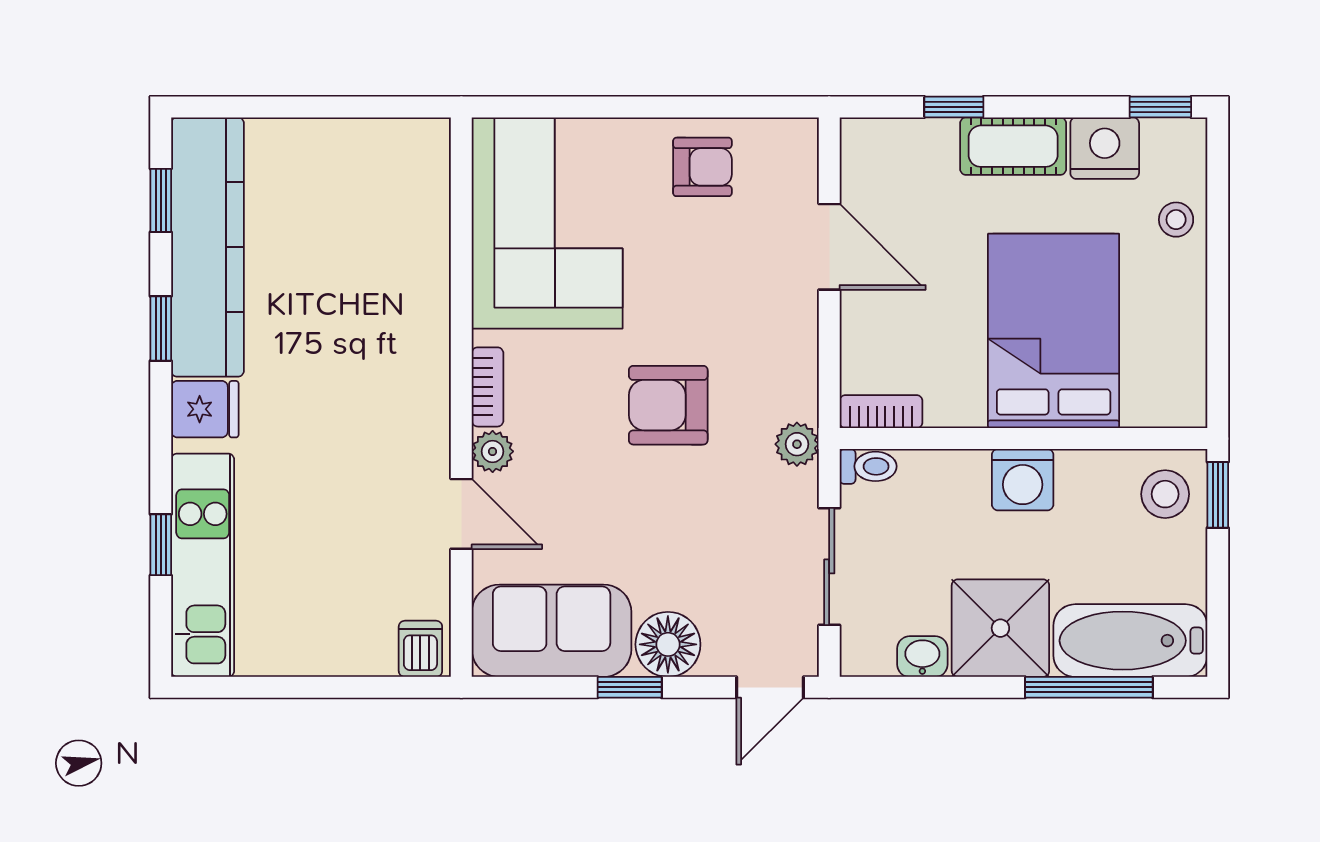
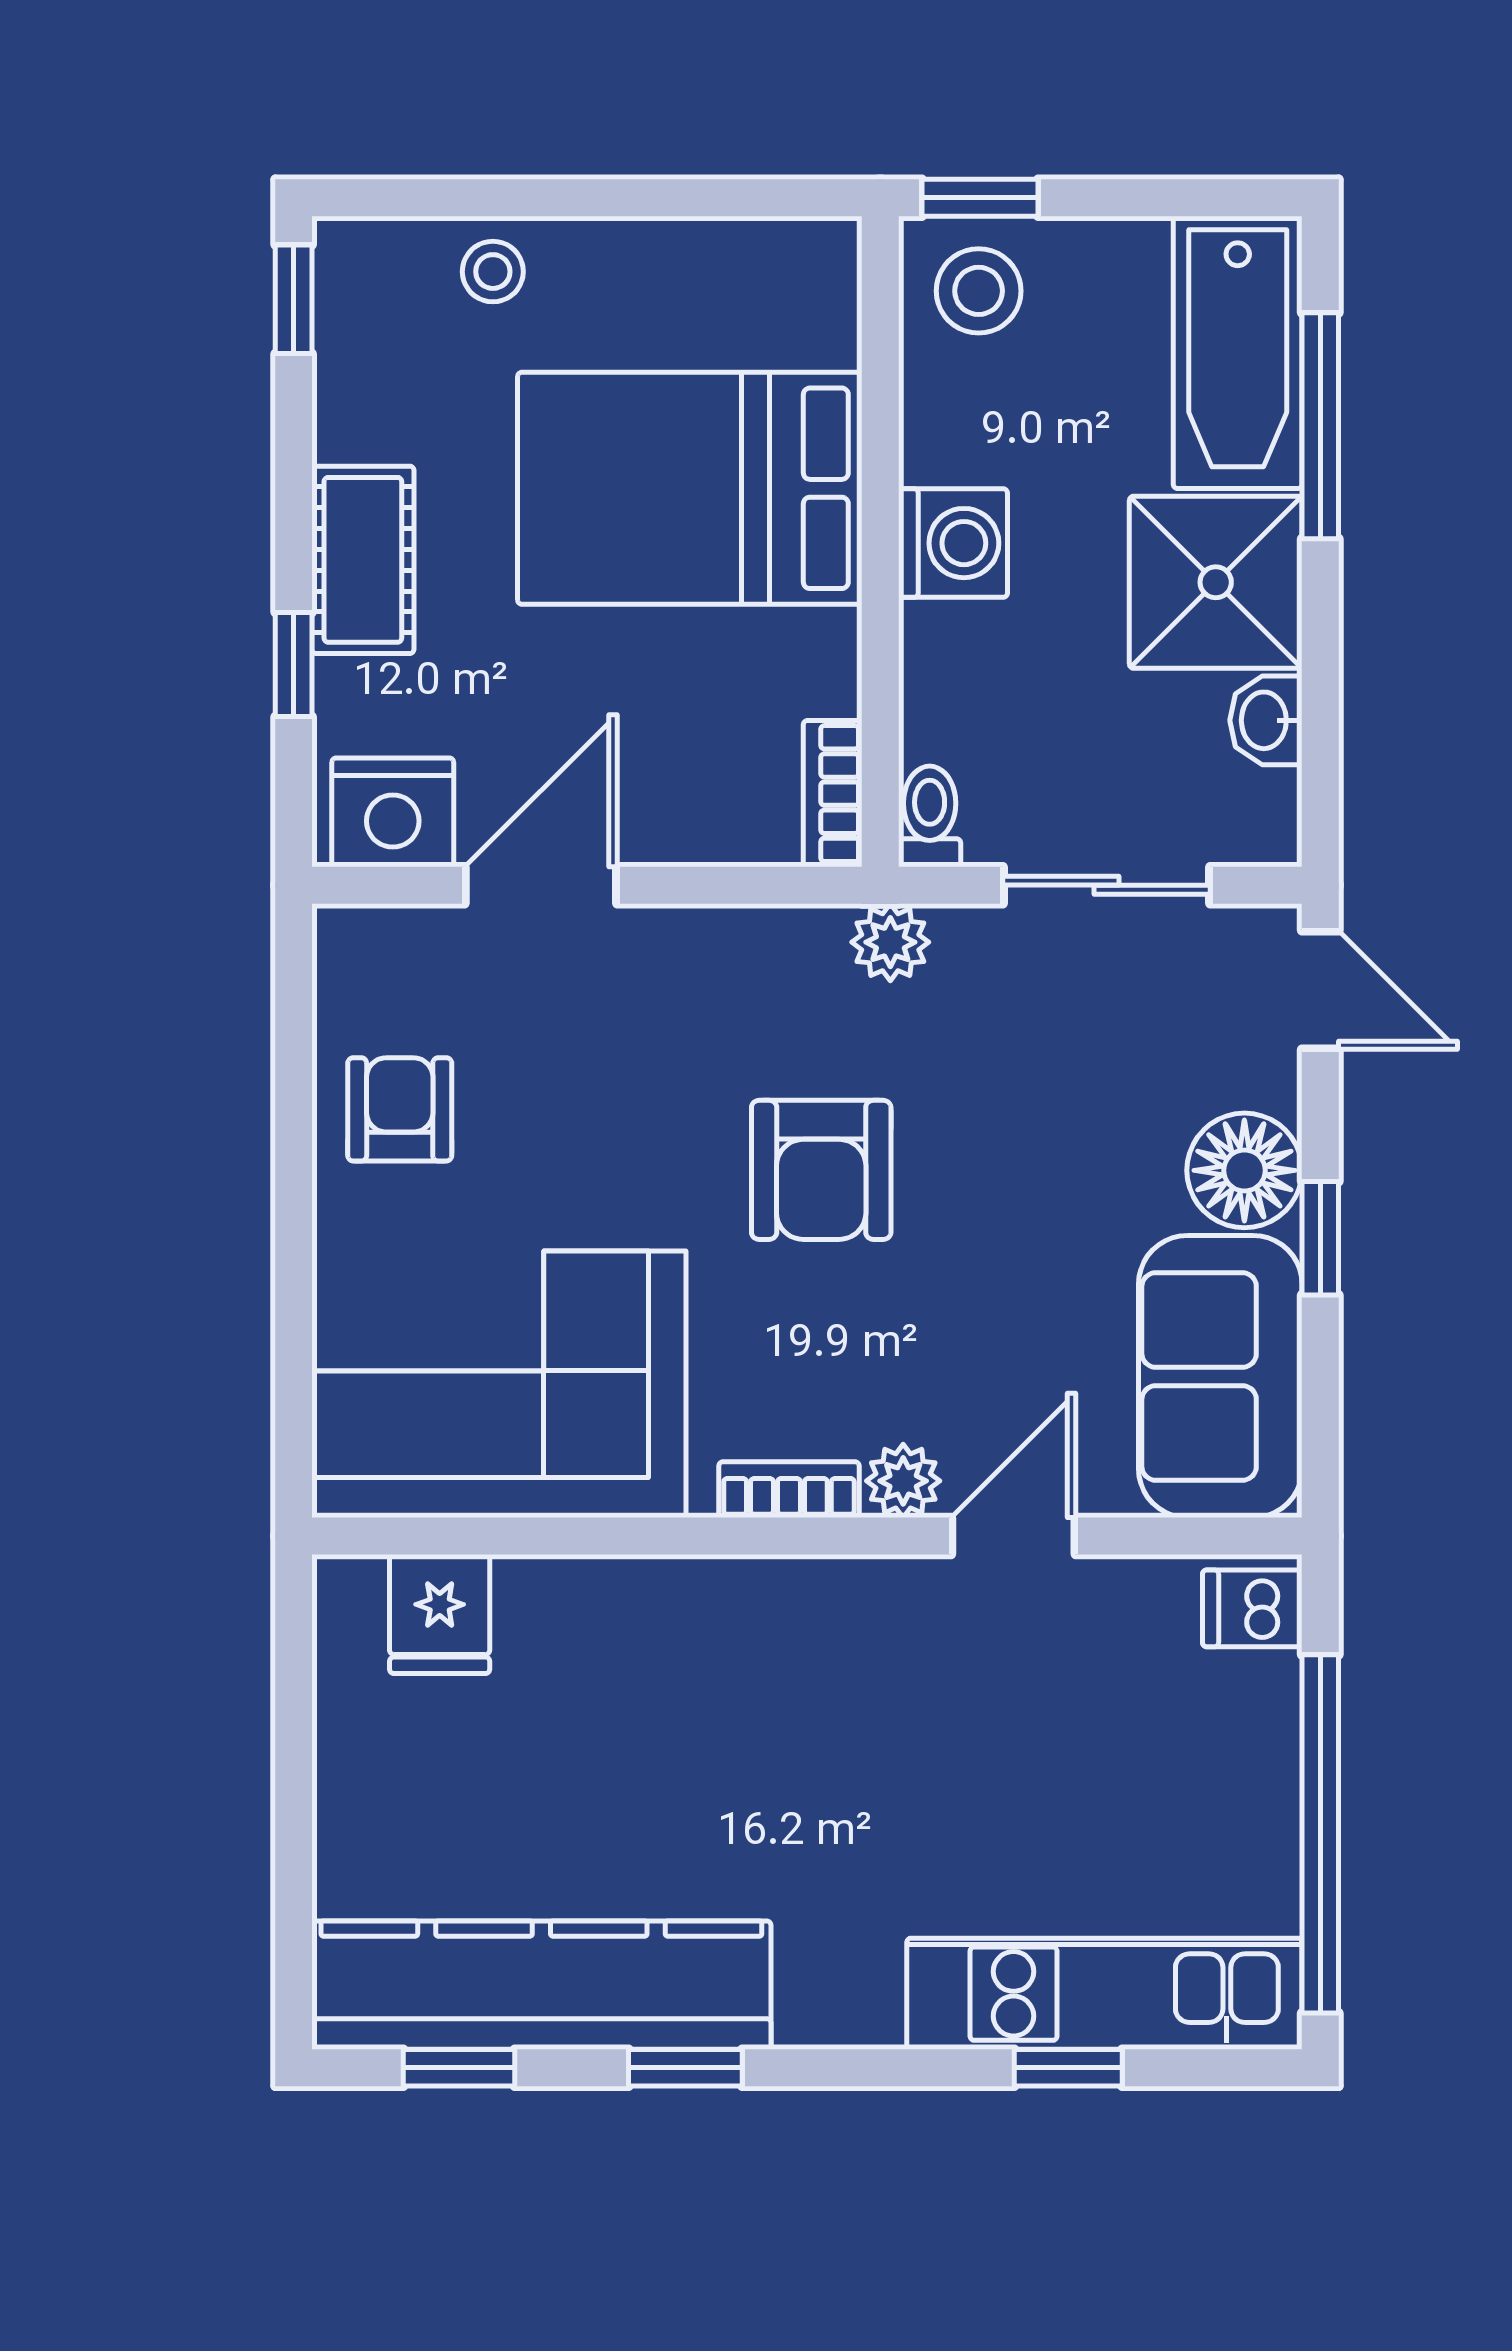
nightstand: (1105, 148) -> (393, 812), moved, turned -90
fridge: (205, 409) -> (440, 1614), moved, turned 180
window: (293, 687) -> (1320, 1834), added

